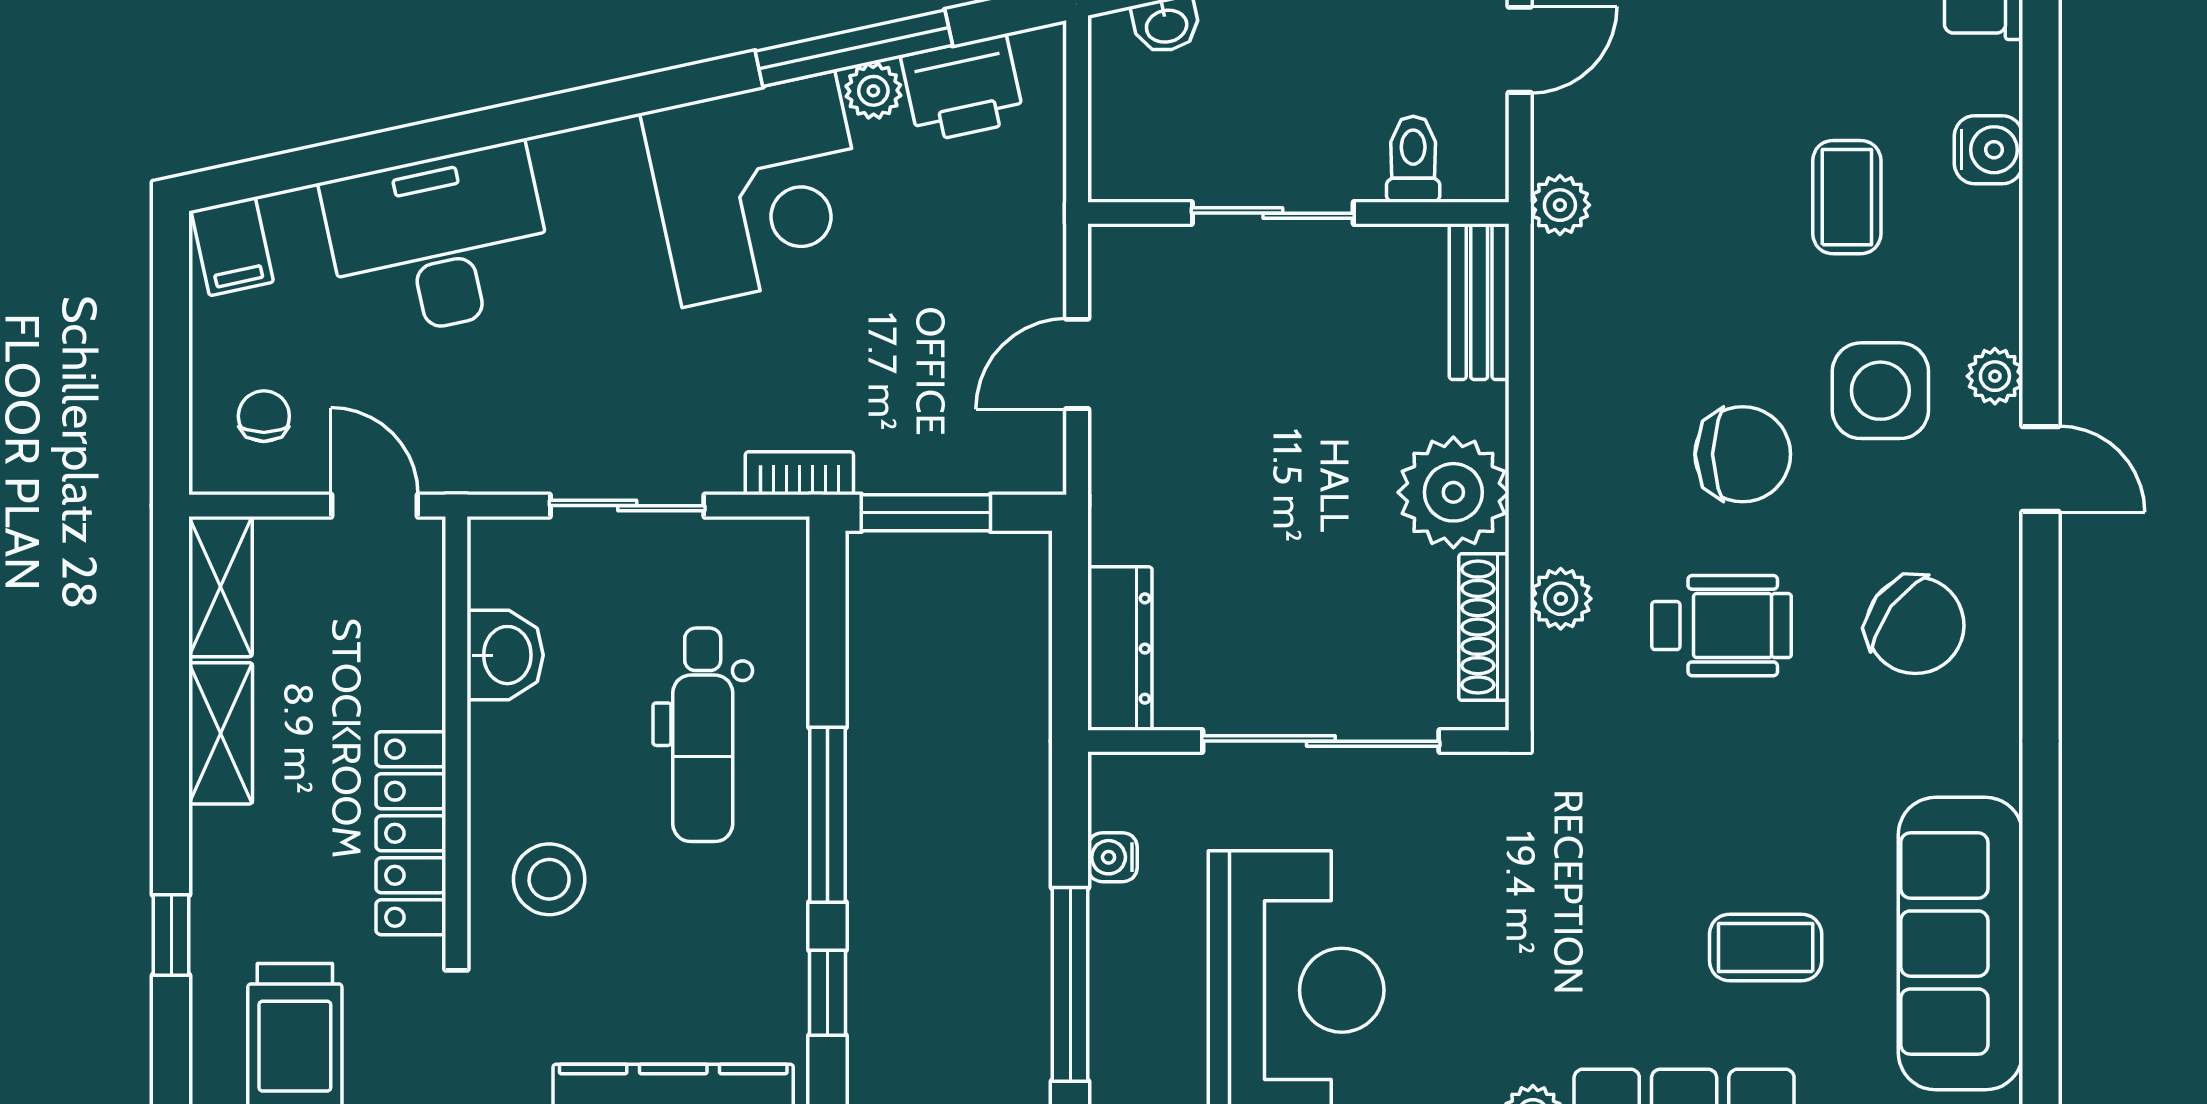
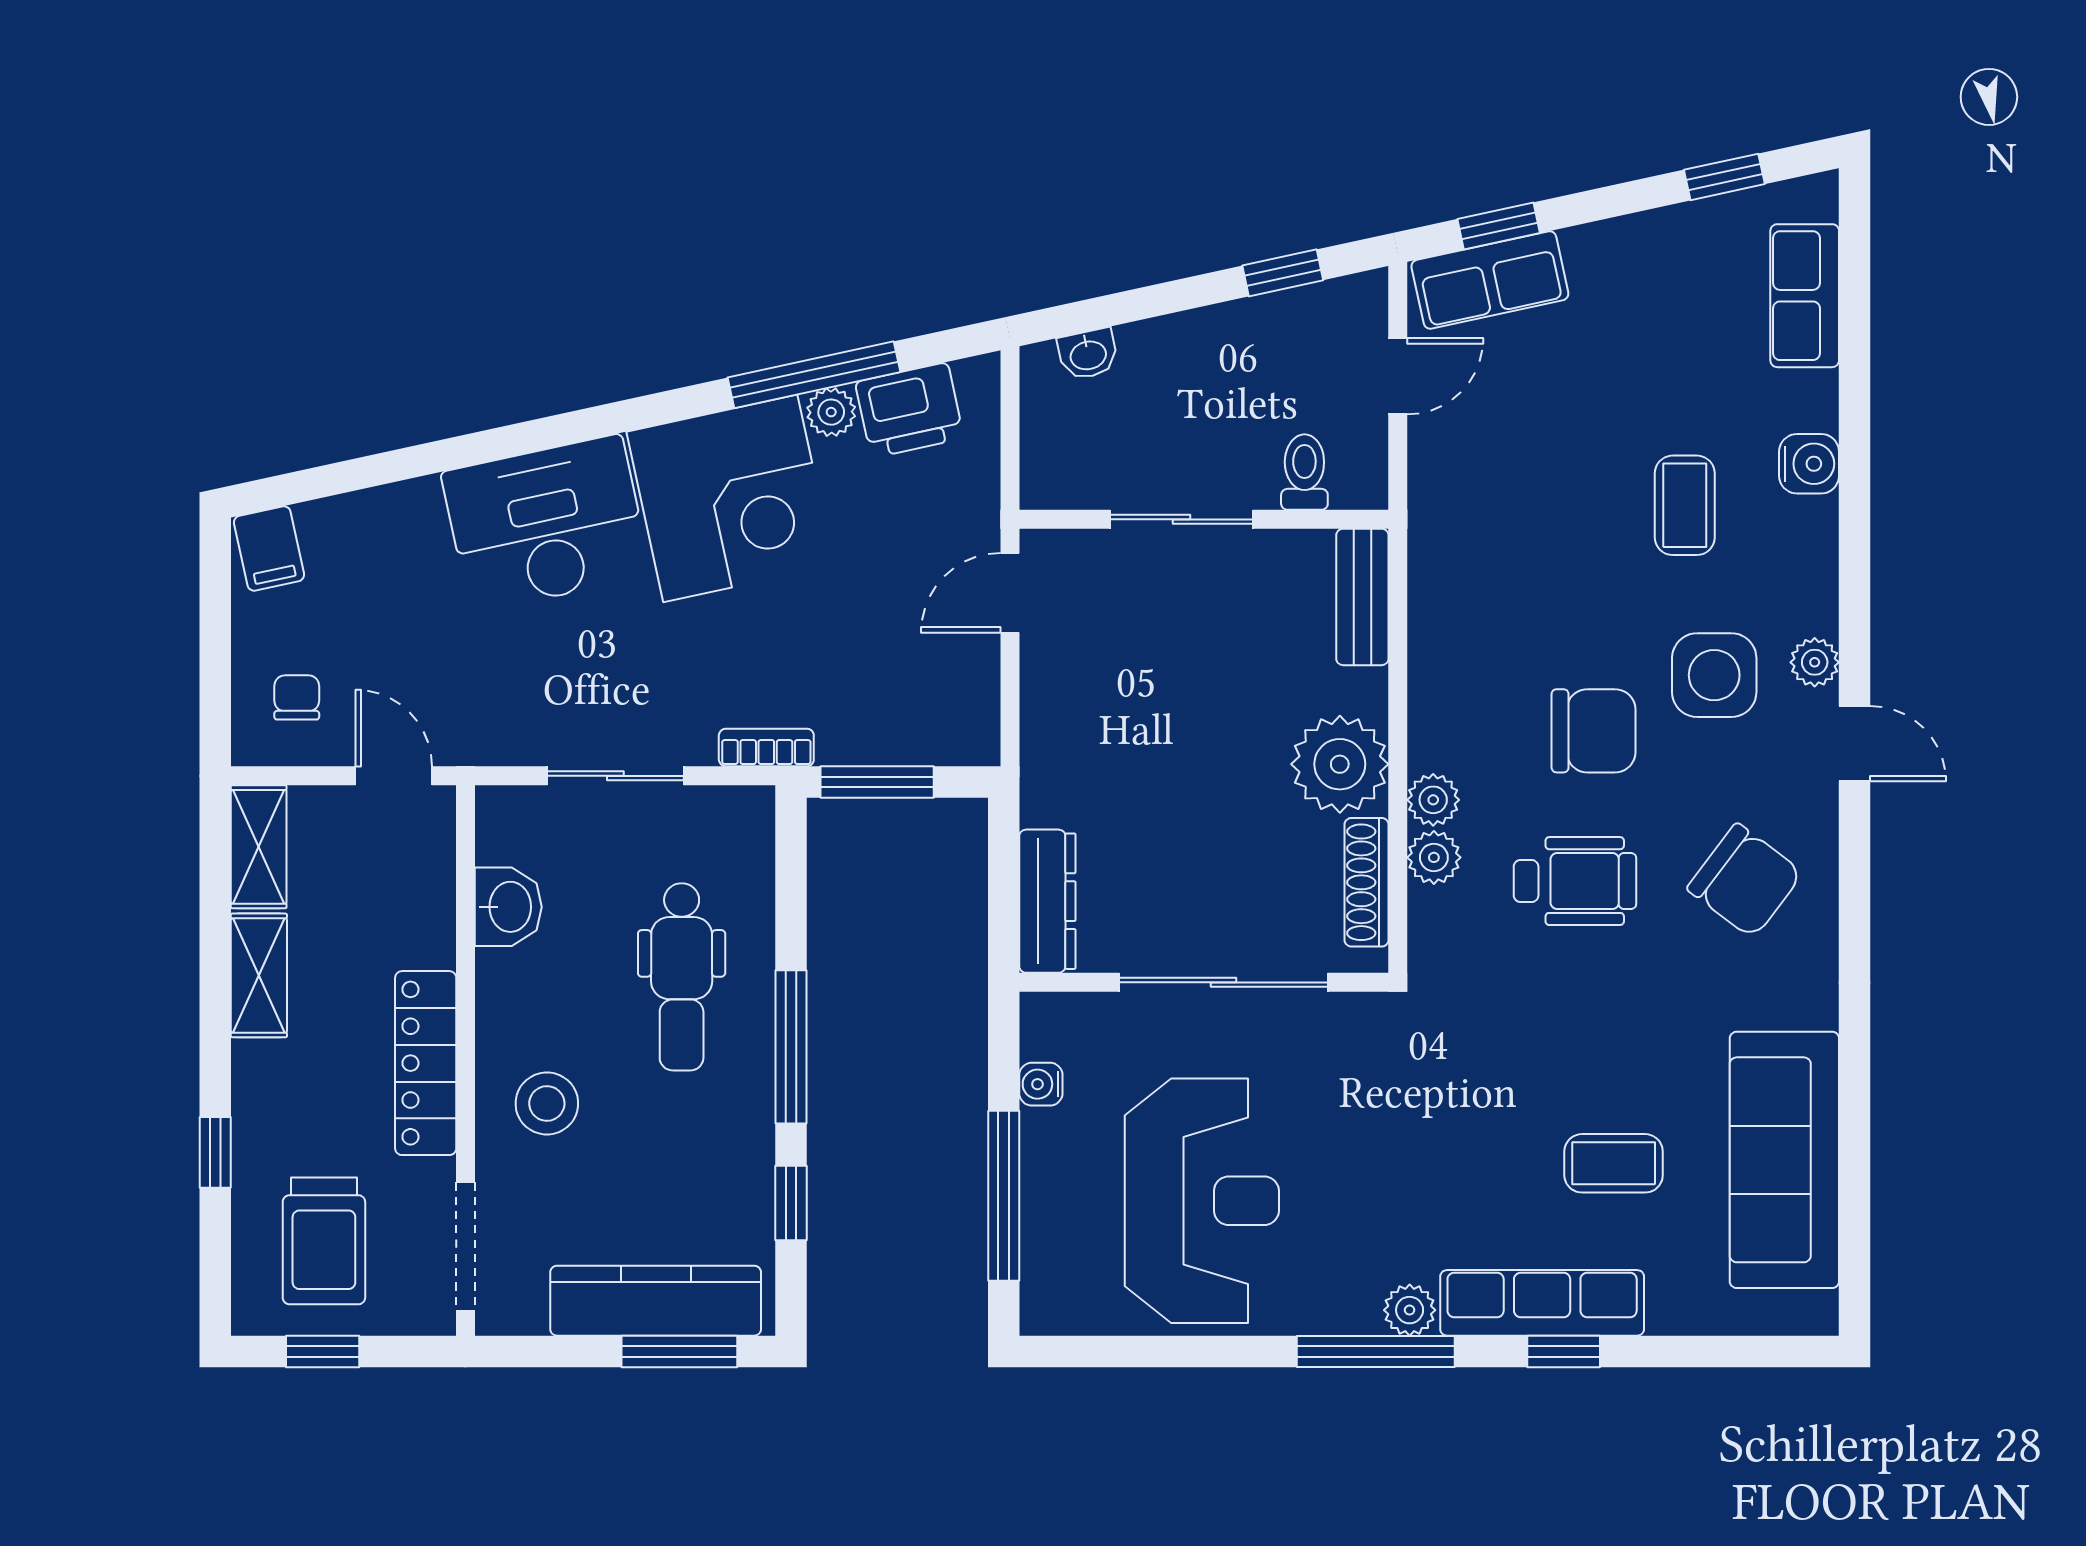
plant: (1560, 205) -> (1433, 800), moved
desk: (439, 242) -> (546, 524), moved
door: (1077, 364) -> (1010, 593), moved

